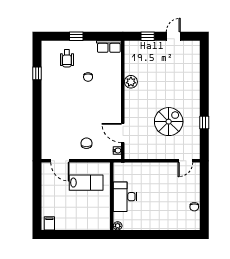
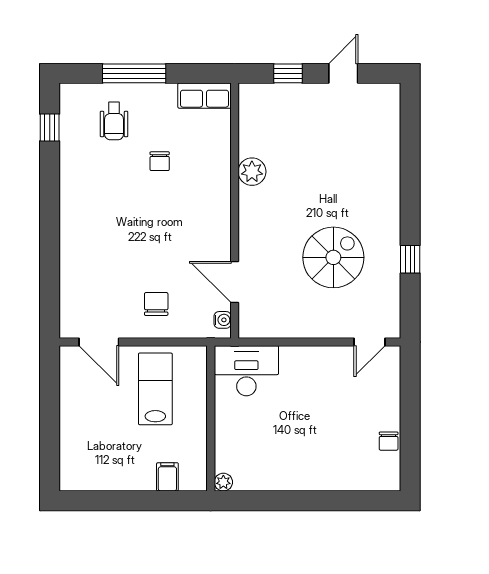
window: (76, 36) -> (134, 73), width x2.17
window: (37, 73) -> (50, 128), moved
lab bench: (86, 183) -> (155, 389), turned -90
desk: (125, 197) -> (246, 371), moved, turned 90
filing cabinet: (49, 223) -> (167, 477), moved

